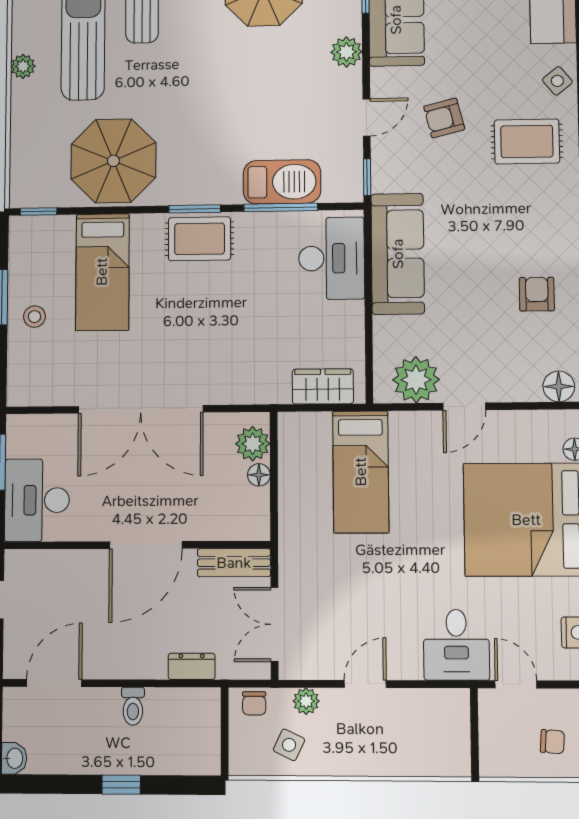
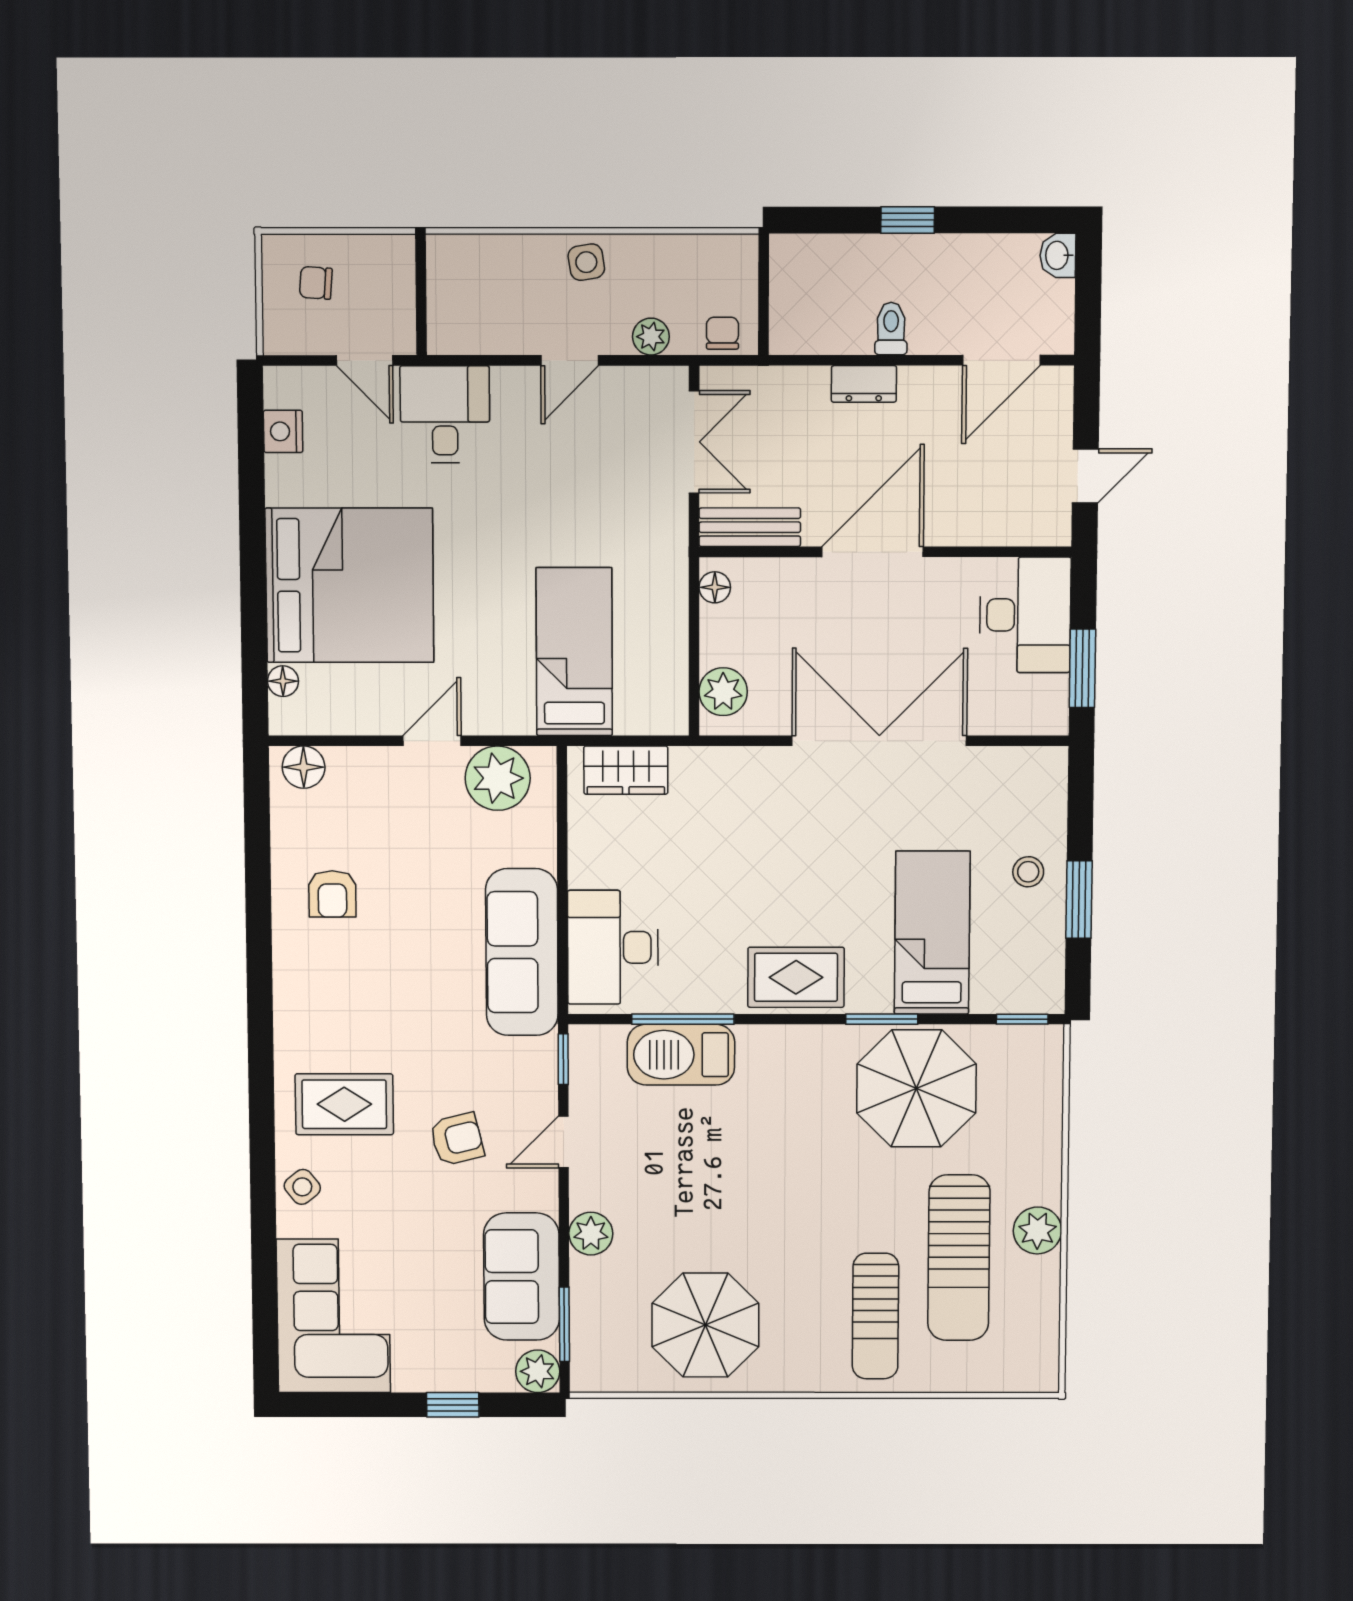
plant: (23, 66) -> (1037, 1230), width x1.38, depth x1.38
window: (195, 209) -> (882, 1019), moved
floor lamp: (259, 475) -> (715, 587), moved
dresser: (192, 666) -> (864, 384), moved
side table: (289, 745) -> (586, 262), moved, turned -35

